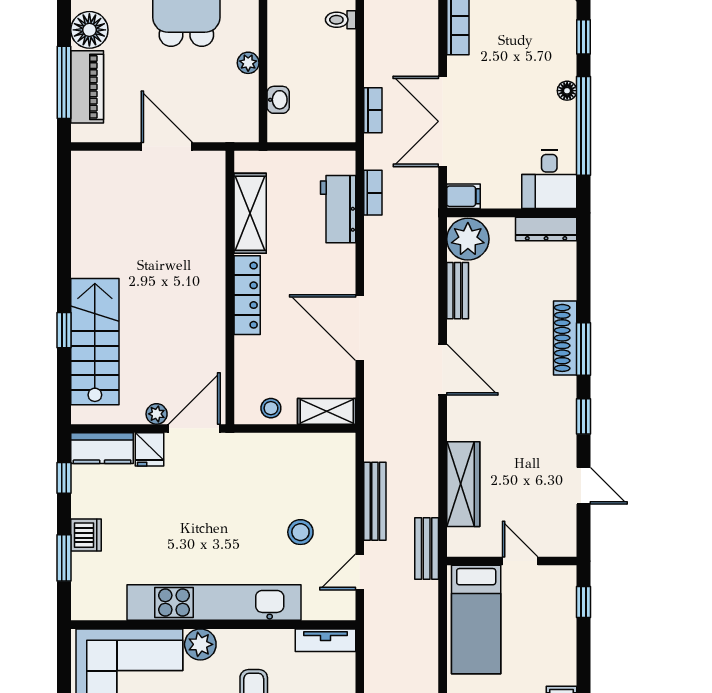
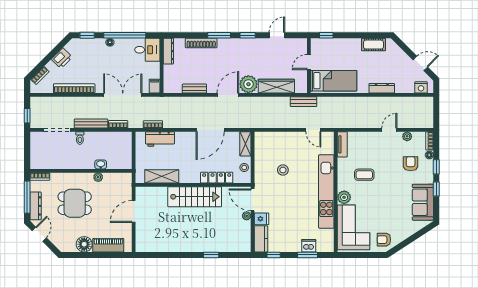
window: (64, 82) -> (106, 255), removed
washbasin: (278, 100) -> (101, 164), moved
double door: (443, 121) -> (123, 95), swing flipped
plant: (468, 239) -> (248, 84), moved
locker: (247, 295) -> (217, 178), moved
shoe rack: (565, 338) -> (201, 43), moved
stairs: (95, 342) -> (195, 197), moved, turned 180
bench: (375, 501) -> (91, 124), moved
stool: (300, 532) -> (283, 170), moved
dishwasher: (86, 535) -> (309, 246), moved

